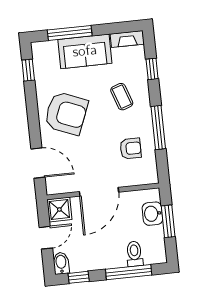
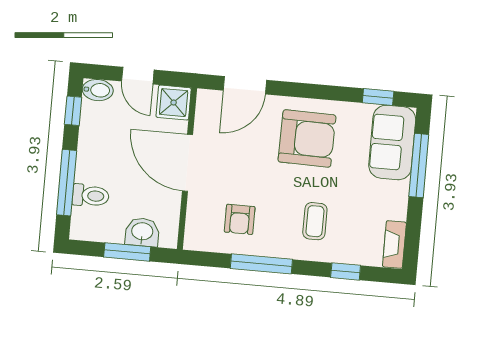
sofa: (85, 51) -> (392, 142), moved
coffee table: (122, 97) -> (315, 221), turned -71
armchair: (66, 113) -> (307, 138), turned -111

